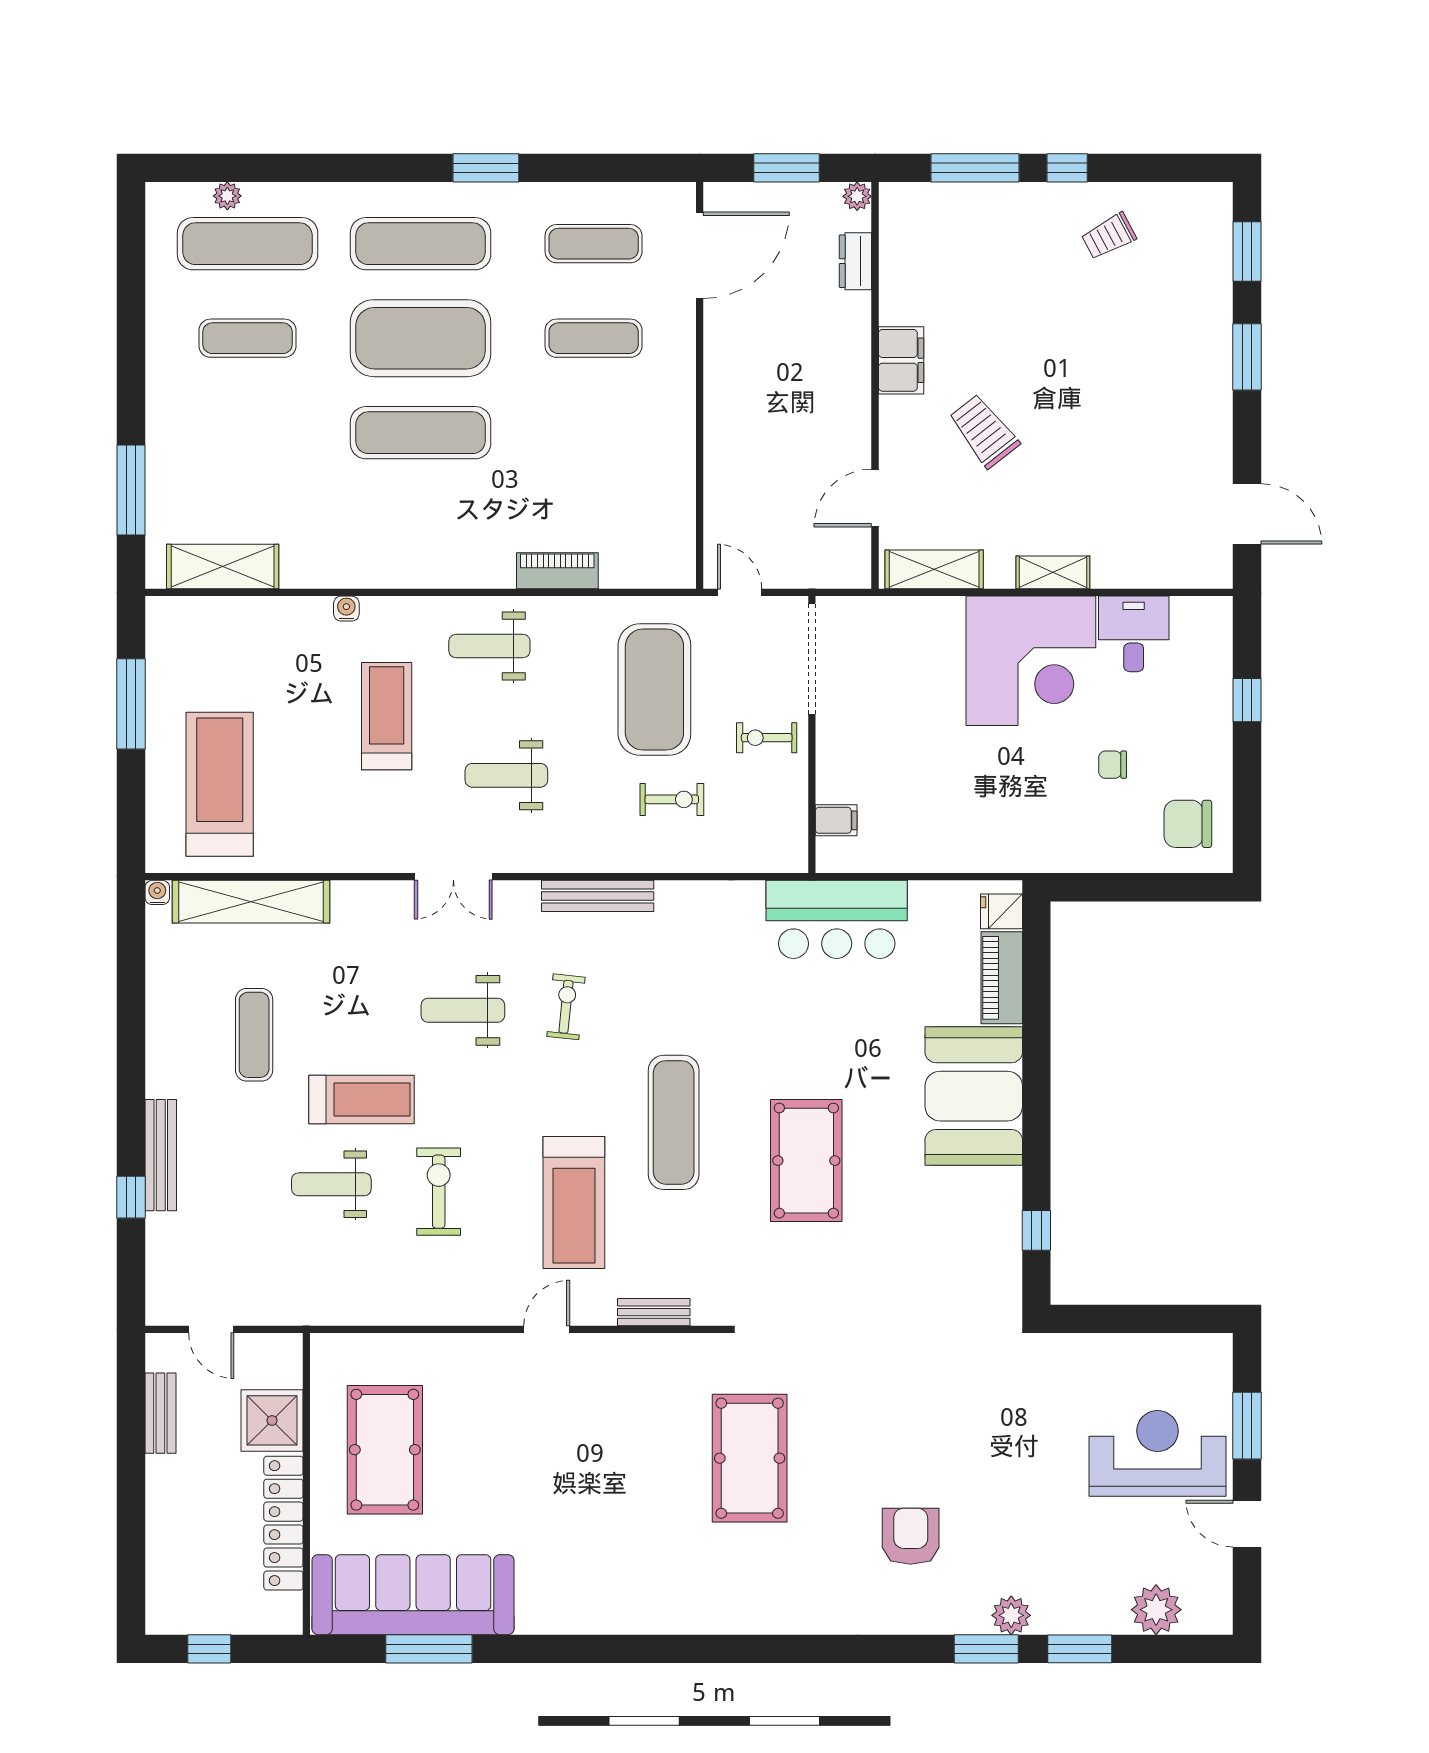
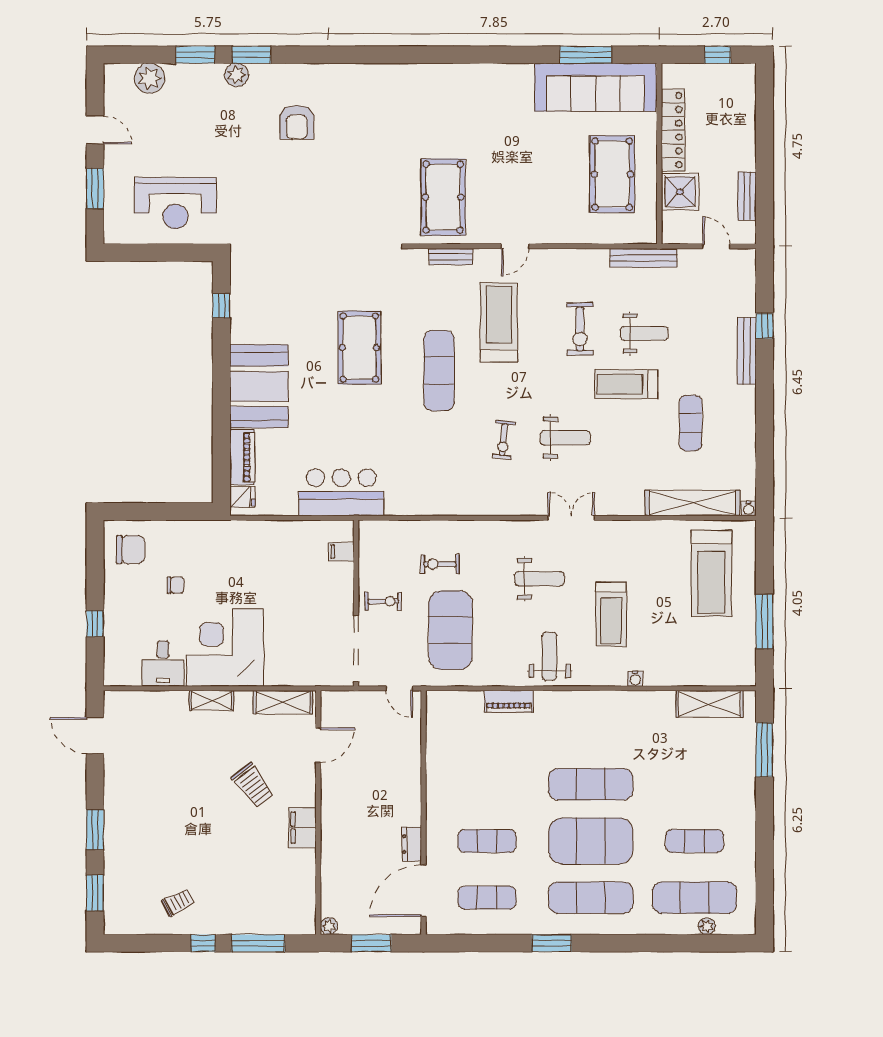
dresser: (855, 261) -> (412, 844), moved, turned 180
weight bench: (489, 646) -> (549, 656), turned -90
bench: (598, 896) -> (644, 258), moved
reception desk: (1157, 1453) -> (175, 203), moved
pool table: (750, 1458) -> (443, 197), moved

